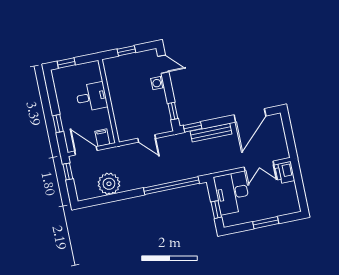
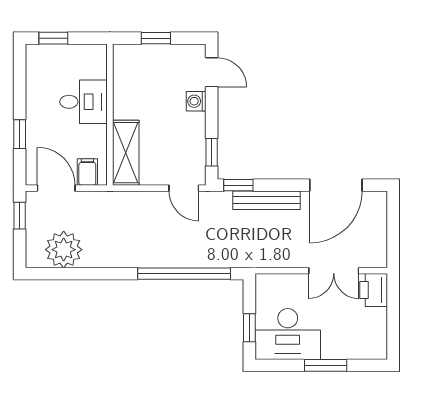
shelving: (123, 122) -> (126, 153), added
door: (147, 138) -> (184, 188), moved
plant: (109, 184) -> (64, 250), moved
desk: (232, 193) -> (288, 334), moved, turned -90

